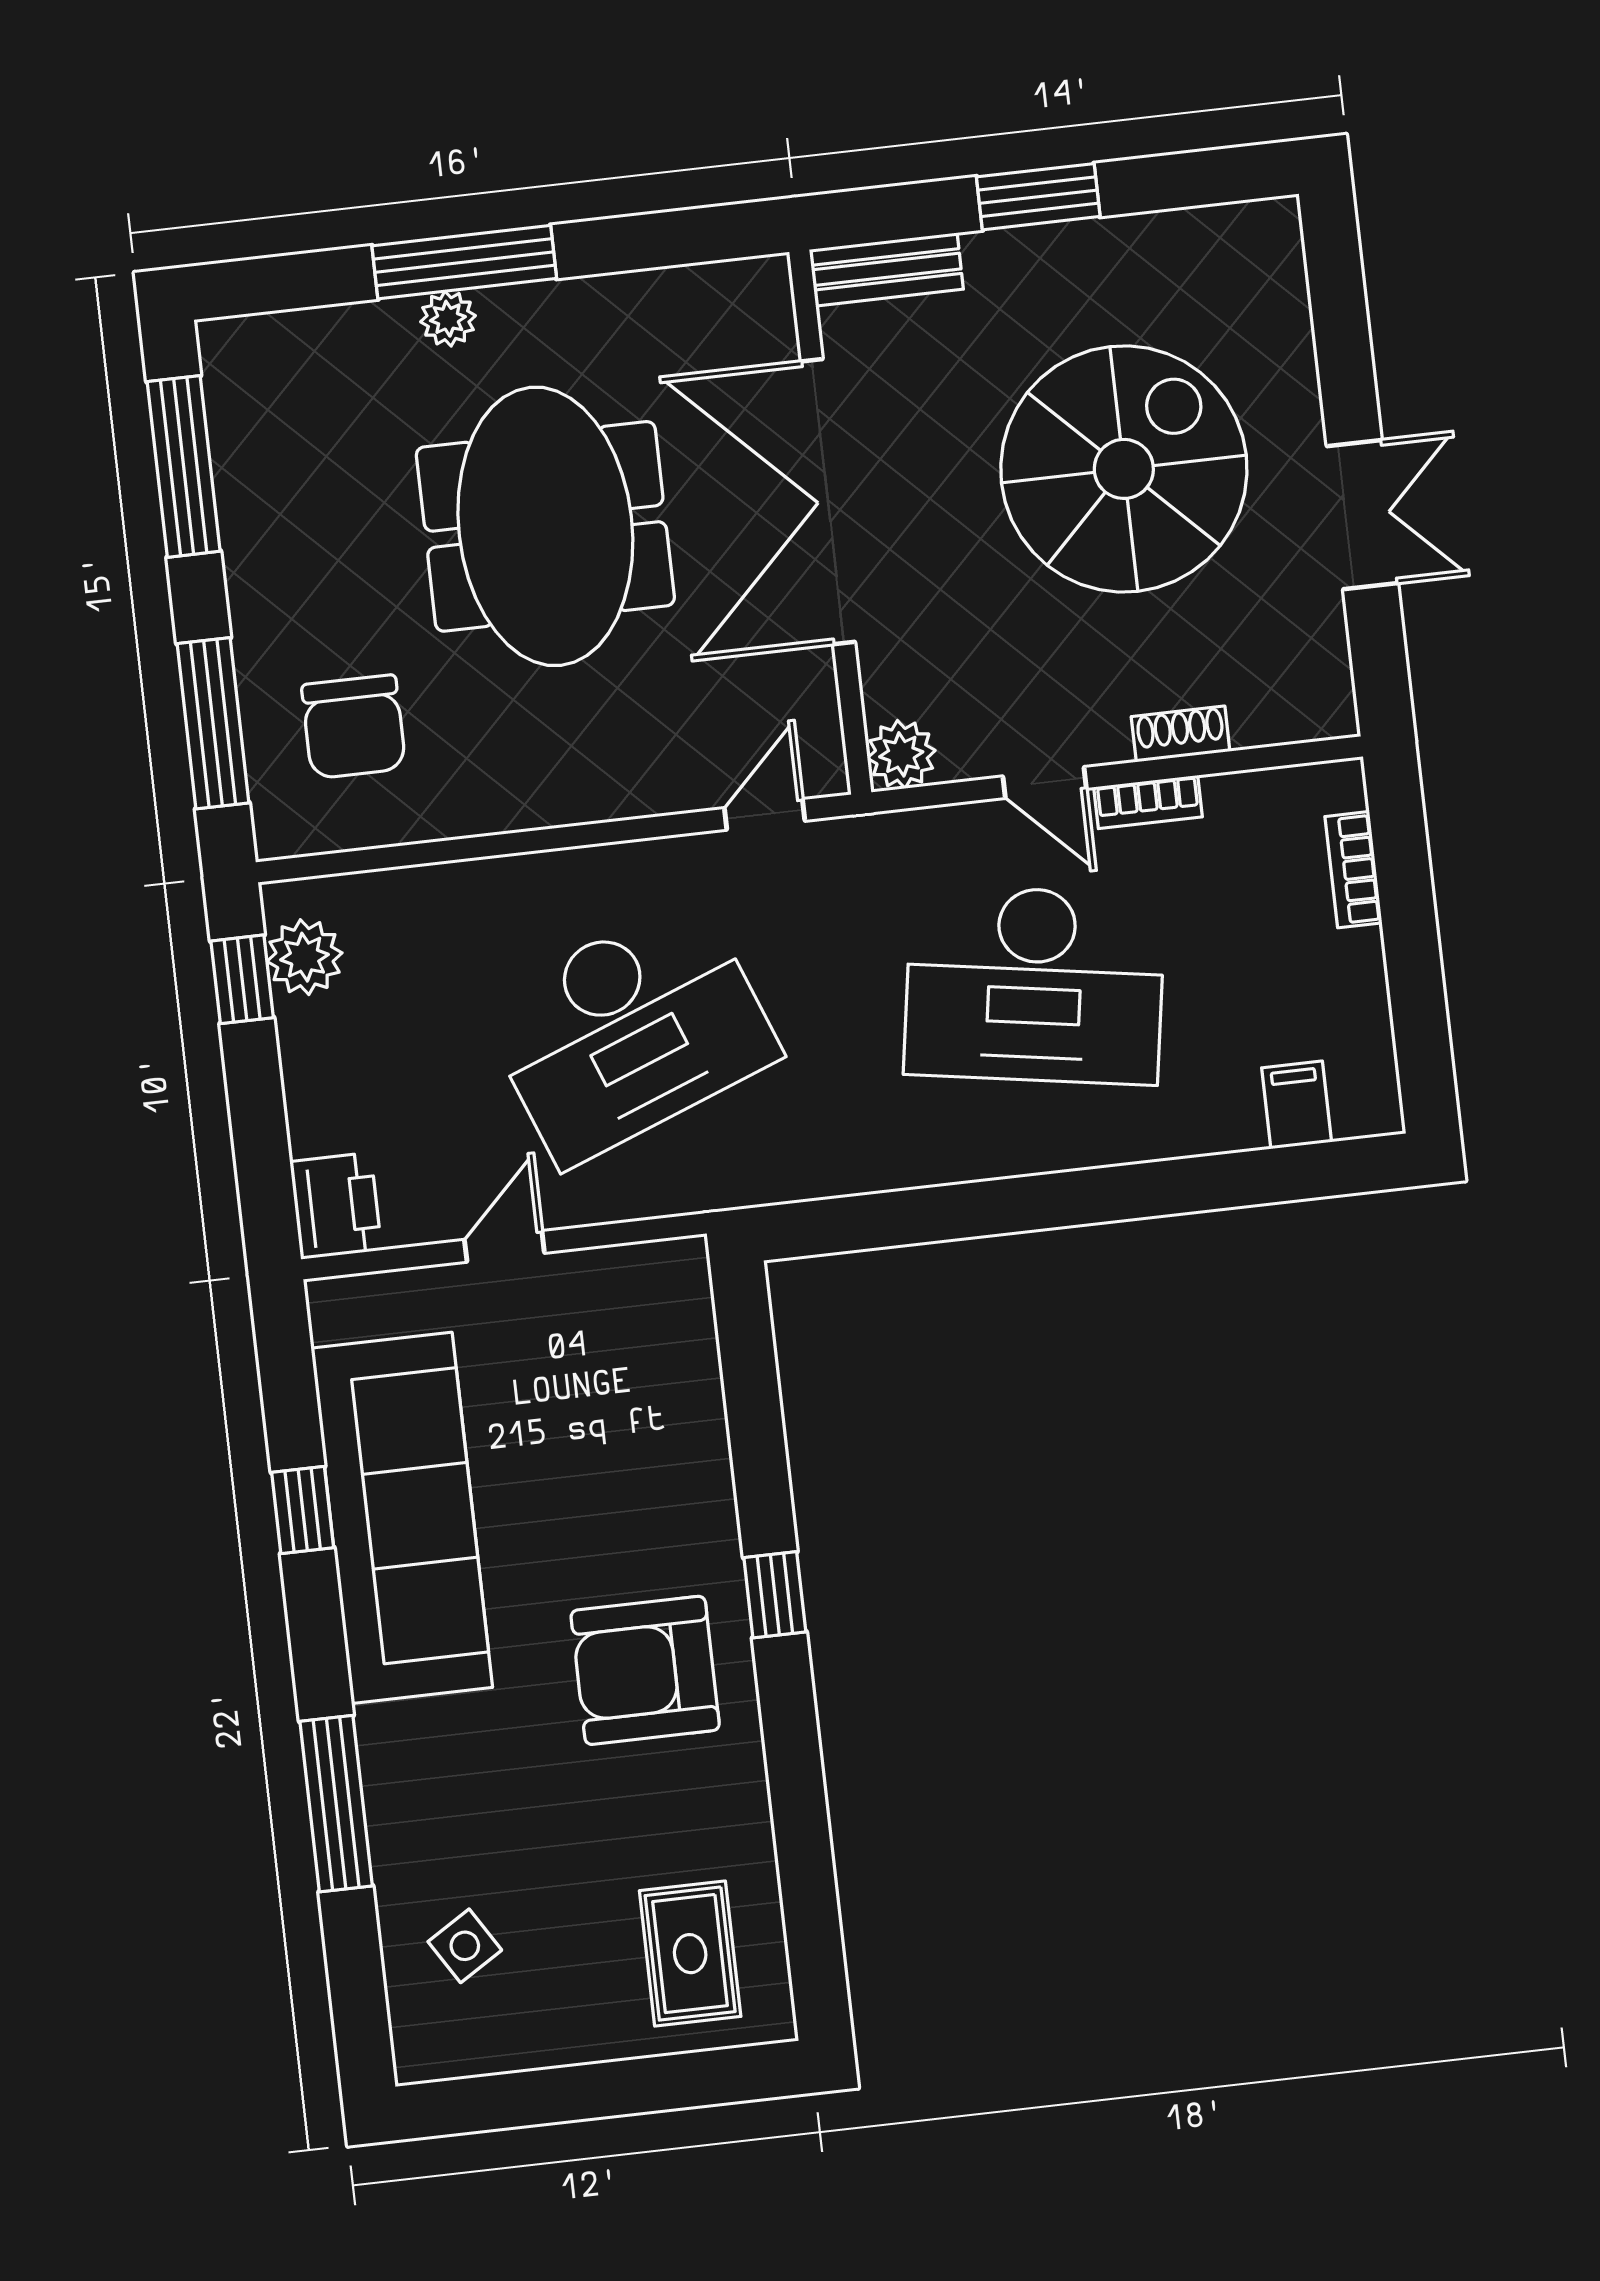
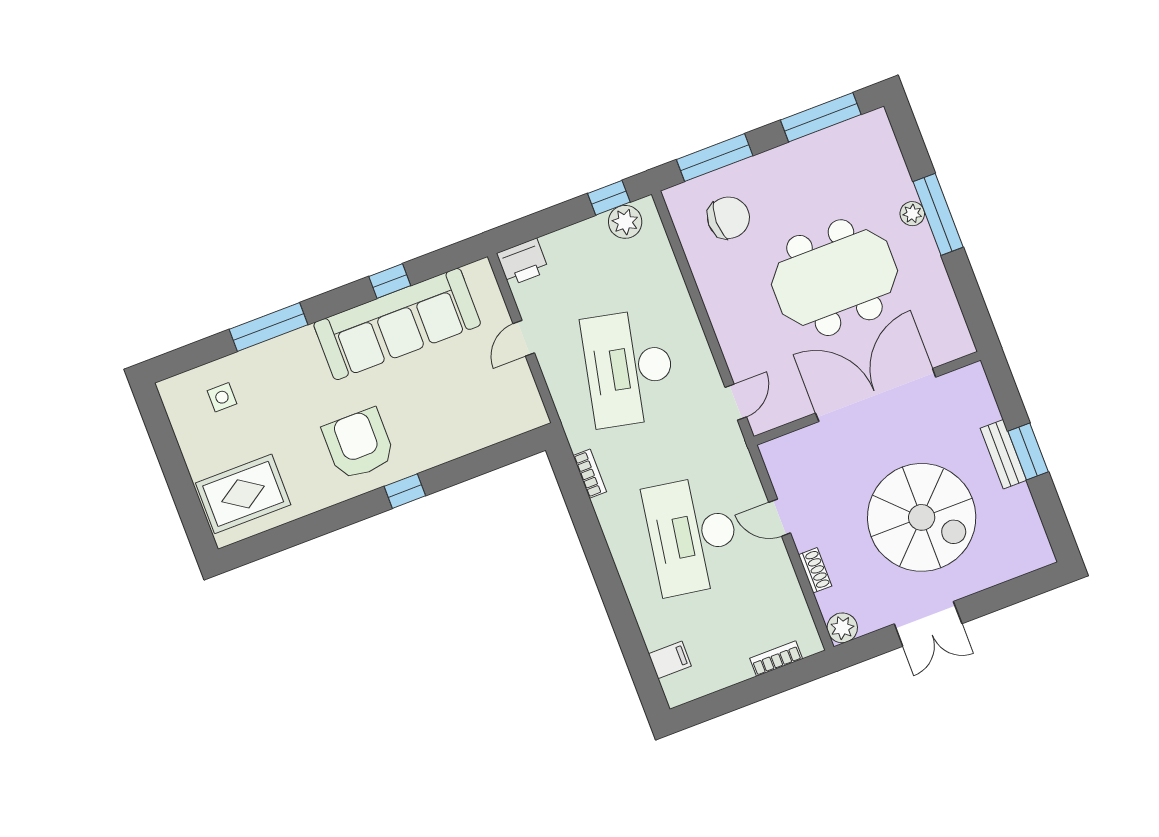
bench: (886, 269) -> (1003, 454), moved
chair: (354, 727) -> (728, 218), turned 180
plant: (901, 754) -> (842, 628), moved
door: (1045, 783) -> (780, 518), hinge flipped
bookcase: (1148, 802) -> (590, 474), moved, turned 180
door: (765, 814) -> (736, 402), hinge flipped
desk: (629, 1031) -> (629, 368), turned 33
door: (504, 1246) -> (524, 338), swing flipped
side table: (465, 1946) -> (222, 397), turned 32
rug: (690, 1954) -> (243, 494), width x1.36, depth x1.43

